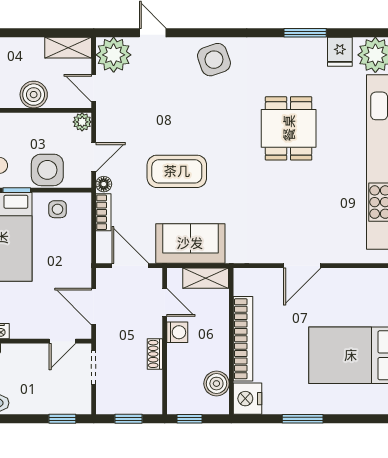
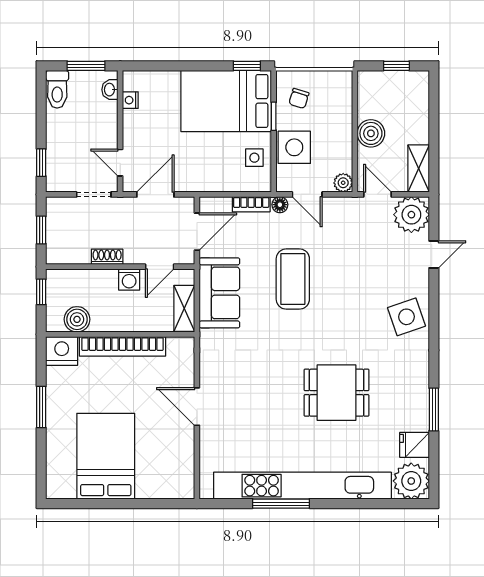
door: (94, 88) -> (377, 194), hinge flipped

